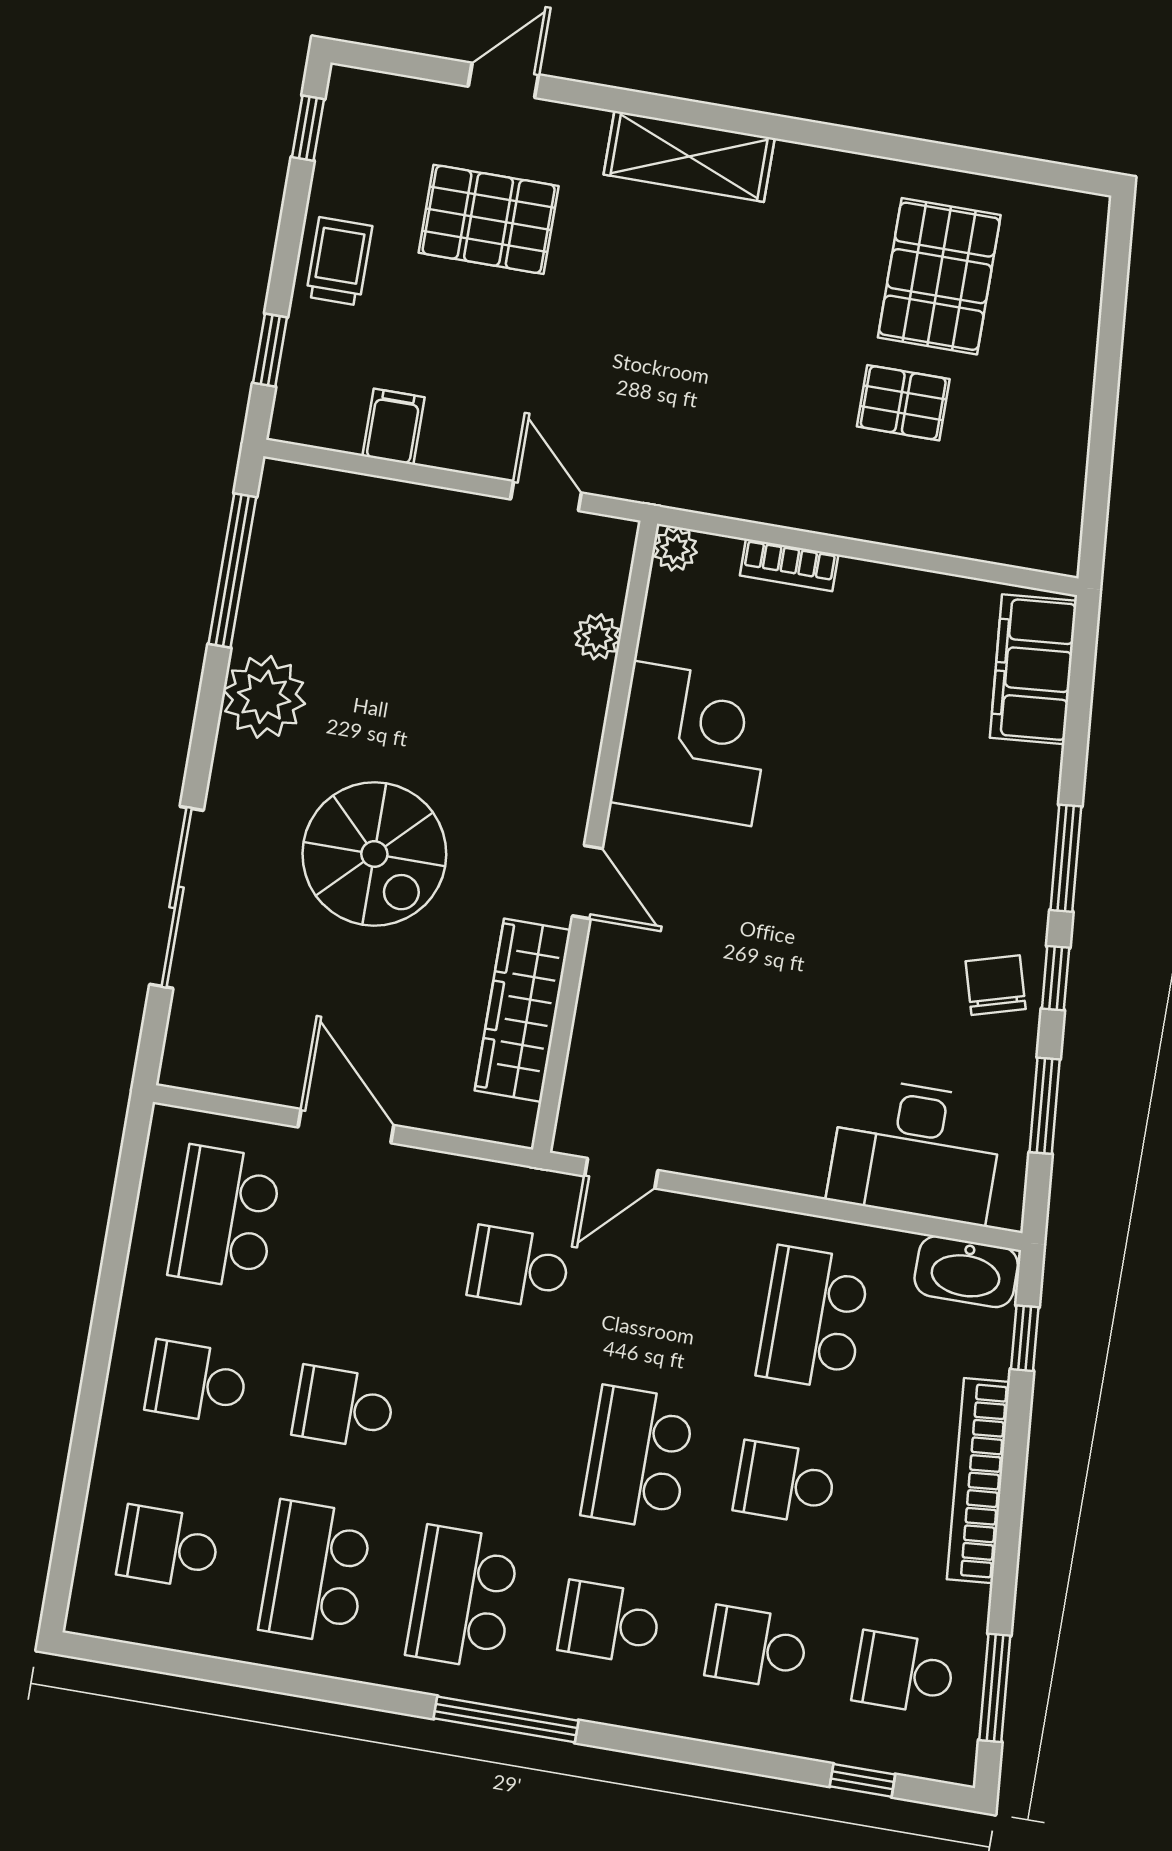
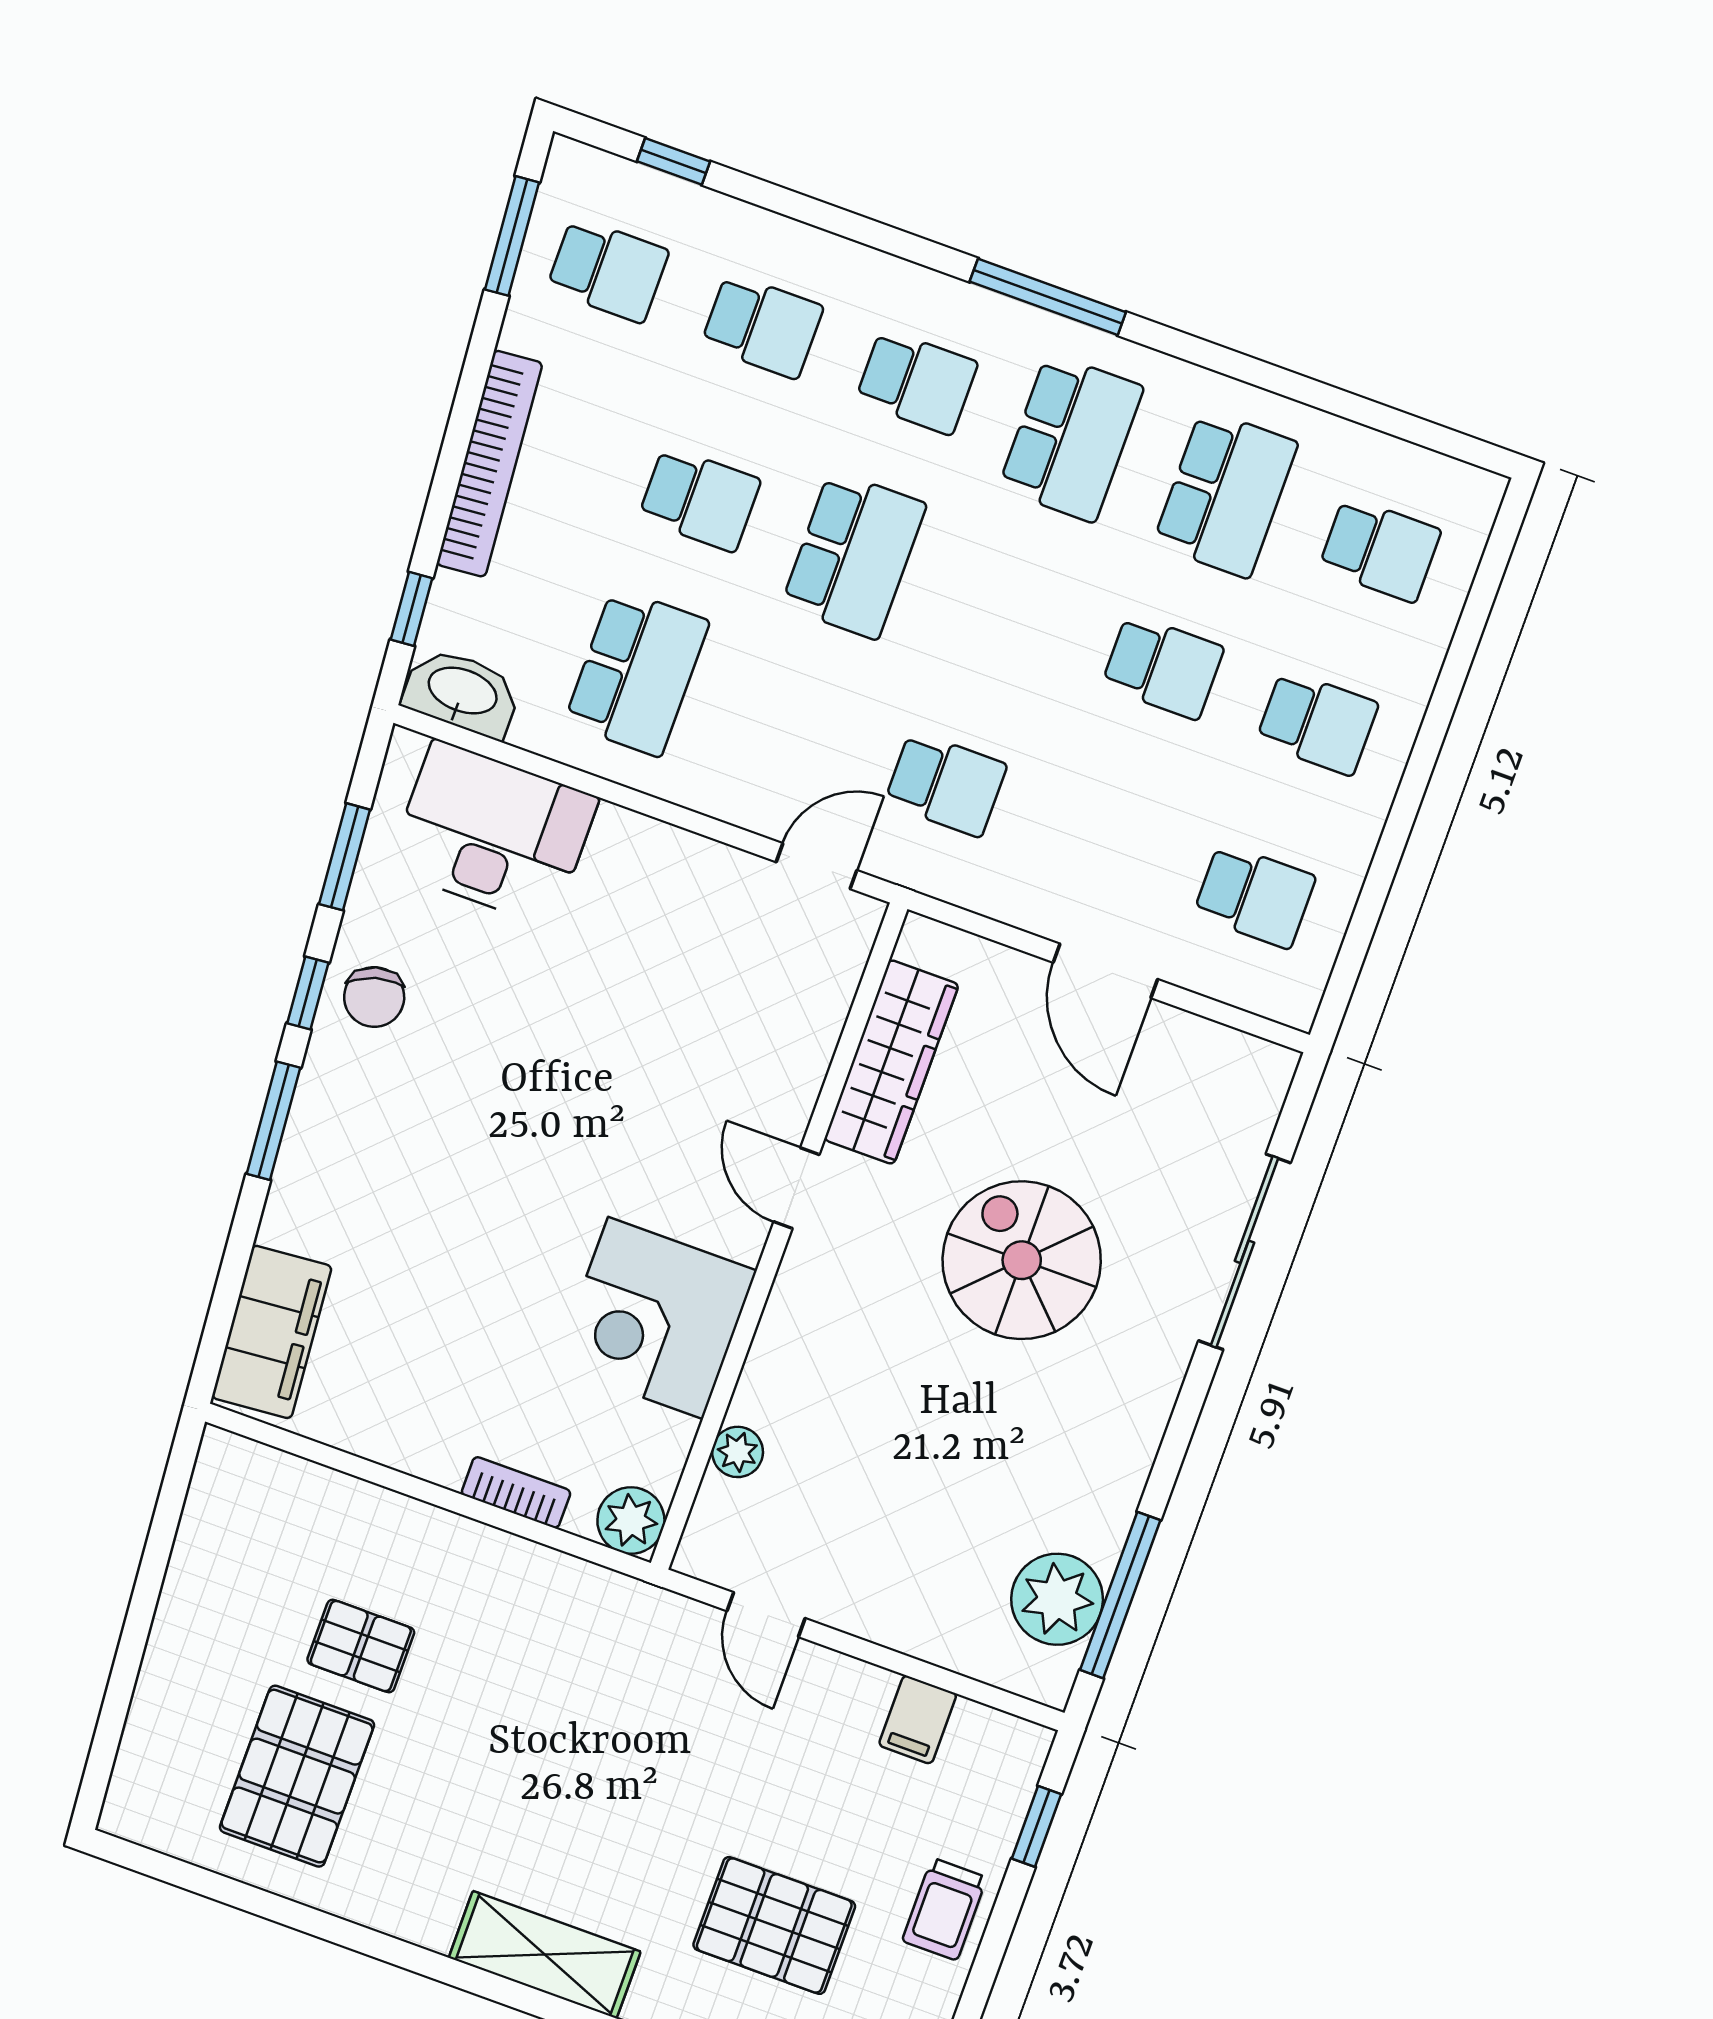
plant: (675, 549) -> (631, 1520), width x1.38, depth x1.38
plant: (264, 697) -> (1057, 1599), moved
school desk: (225, 1217) -> (1254, 896), width x0.54

